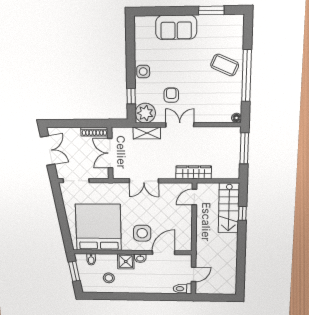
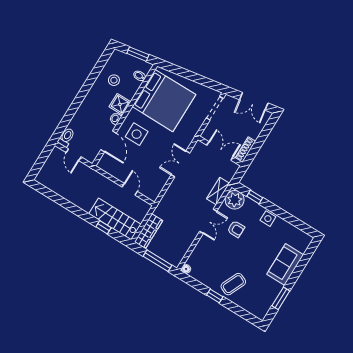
window: (247, 76) -> (215, 296), width x0.32
wardrobe: (194, 172) -> (149, 231), moved
door: (194, 197) -> (130, 189), moved

